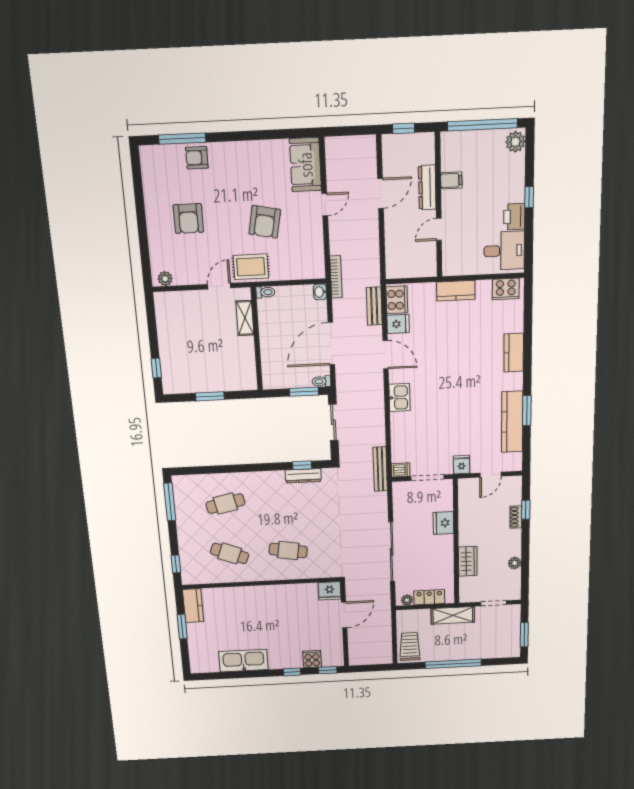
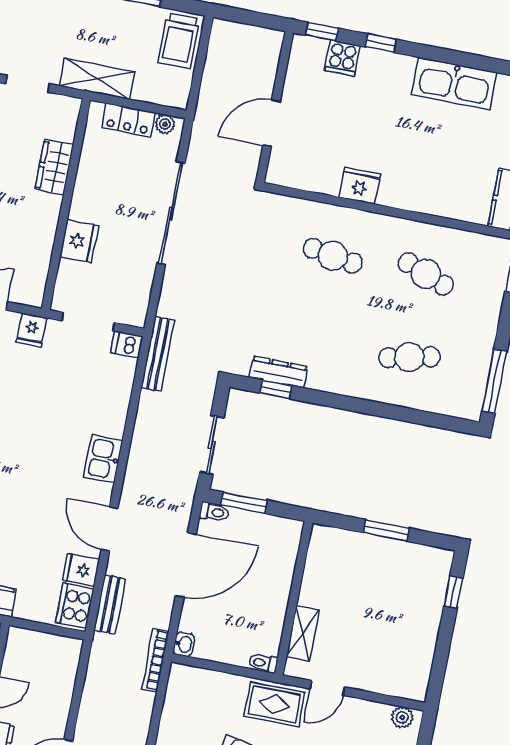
fridge: (330, 591) -> (360, 186), moved

